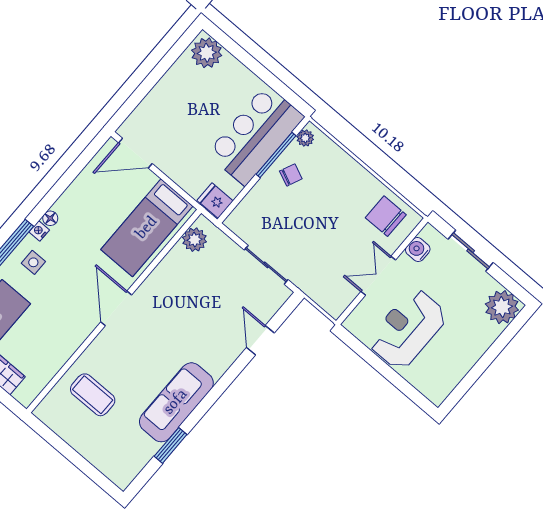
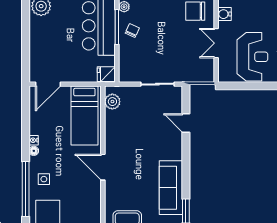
nightstand: (39, 231) -> (34, 140), moved
reception desk: (408, 329) -> (252, 57), turned 180

